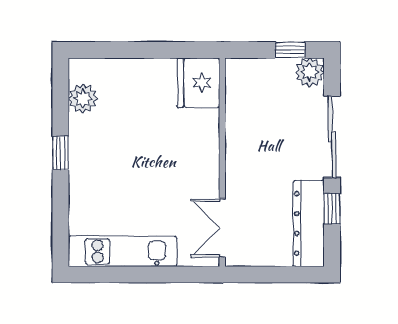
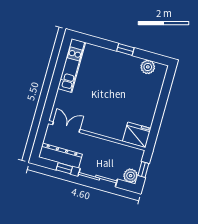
fridge: (199, 83) -> (137, 135), moved
wall: (222, 162) -> (97, 136), moved
double door: (222, 228) -> (66, 127), moved

